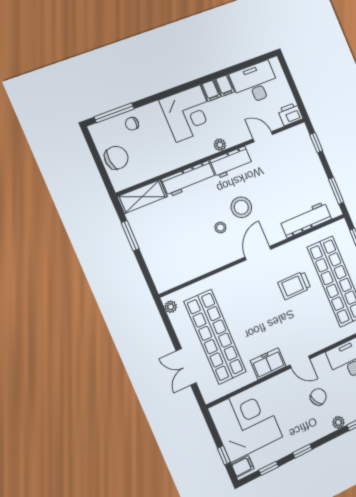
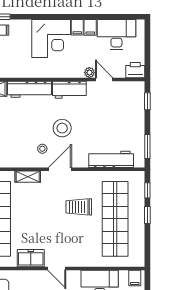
plant: (220, 145) -> (89, 73), moved
stool: (220, 228) -> (42, 149), moved
shelving: (228, 276) -> (28, 177), added

